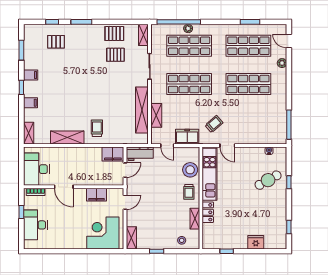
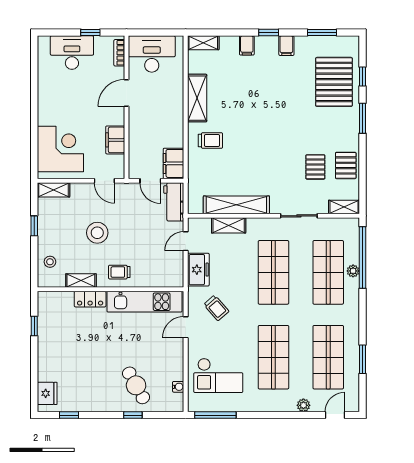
pallet: (56, 42) -> (334, 82), width x2.05, depth x2.00
checkout: (261, 123) -> (218, 375), added
stool: (190, 170) -> (97, 233), moved
fridge: (256, 242) -> (47, 393), moved

